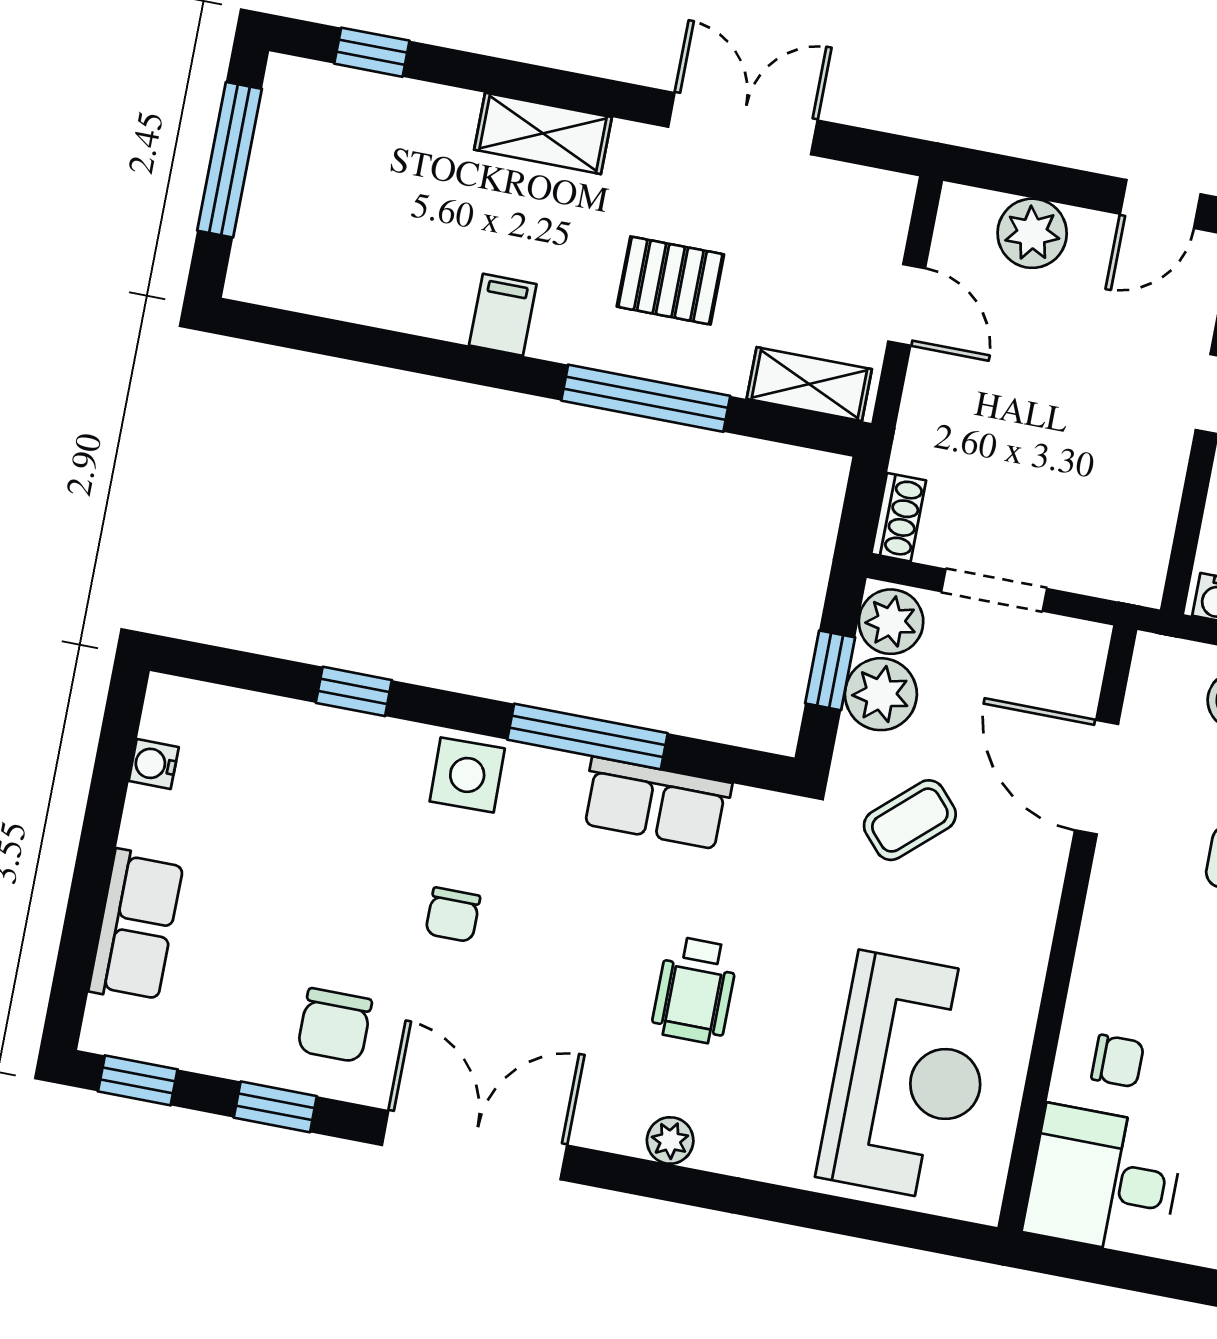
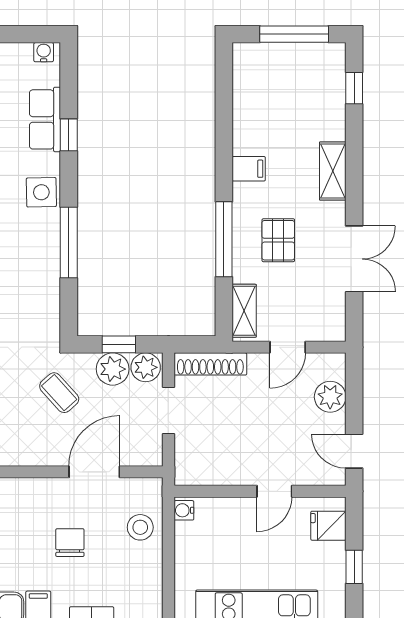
shoe rack: (899, 517) -> (210, 364), width x1.94, depth x1.24
water cooler: (154, 764) -> (44, 52), moved
row of seats: (656, 803) -> (45, 119), moved

